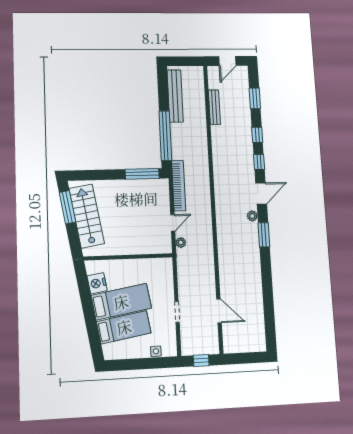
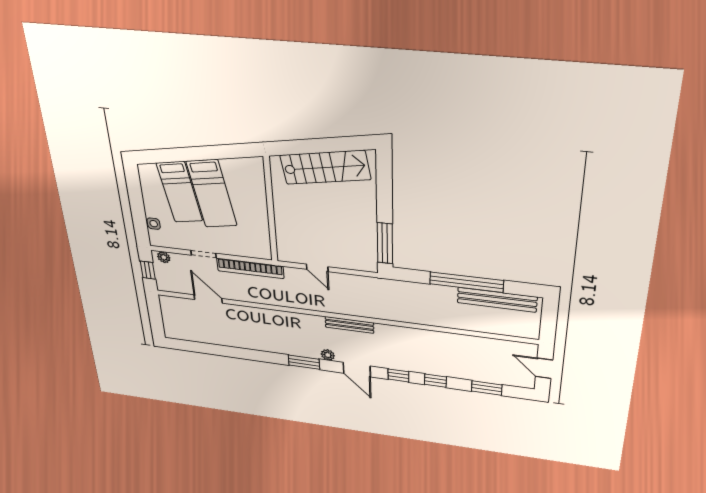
bench: (214, 107) -> (349, 325), moved
window: (165, 135) -> (466, 282), moved
bookcase: (179, 186) -> (250, 268), moved
window: (67, 207) -> (338, 145), removed
plant: (181, 243) -> (164, 257), moved
nightstand: (97, 283) -> (234, 168), removed
door: (219, 311) -> (208, 299), swing flipped

